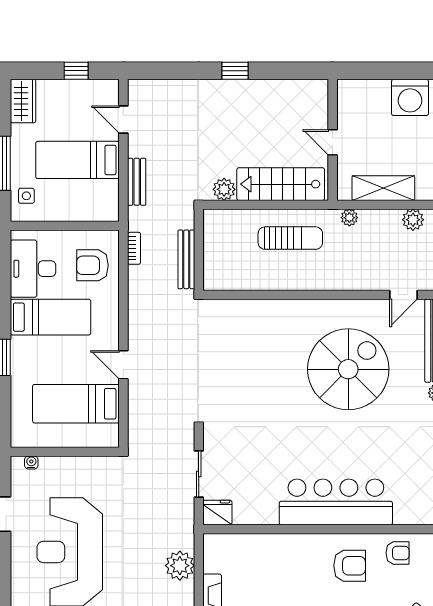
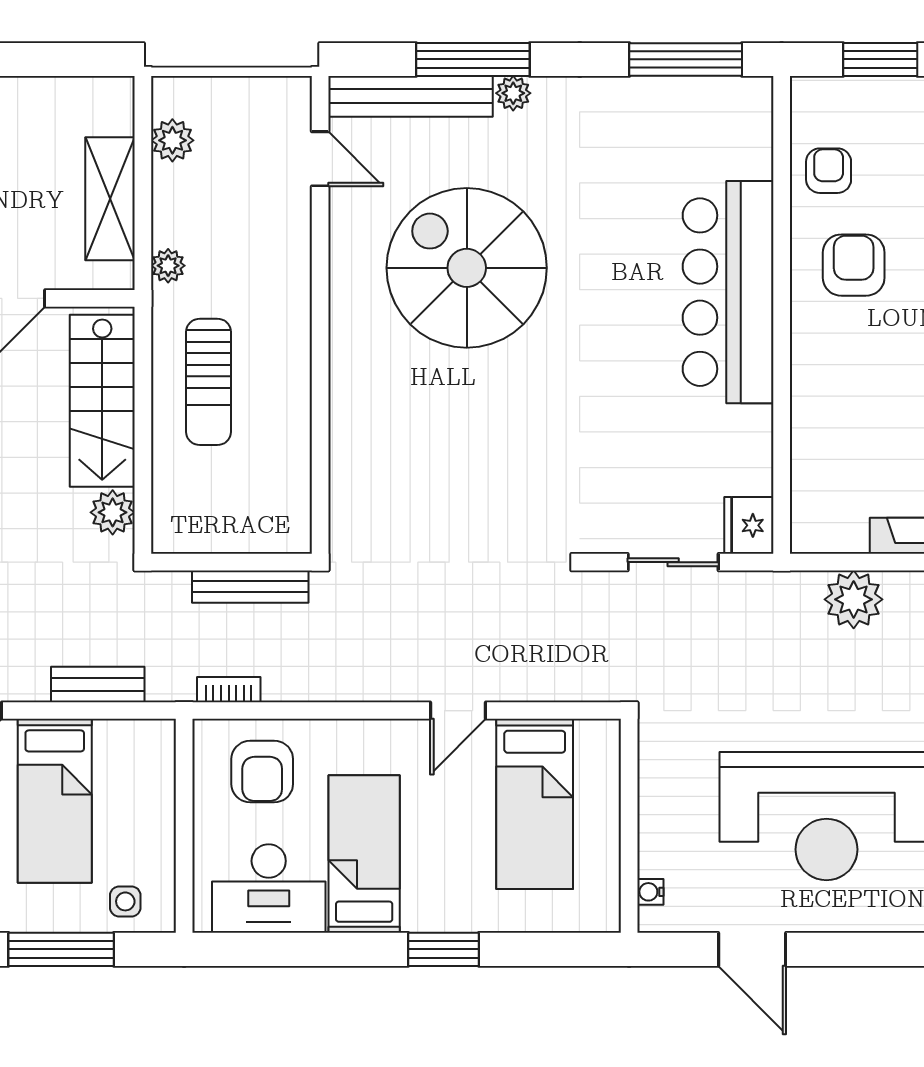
sun lounger: (290, 238) -> (209, 382), turned 180

